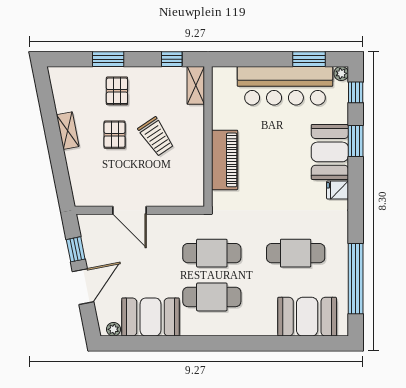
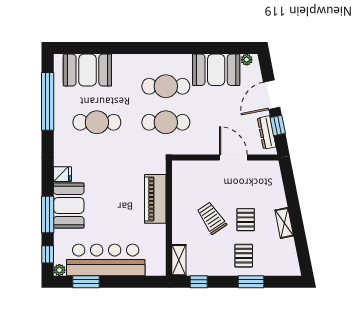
window: (356, 141) -> (48, 215), width x1.44
dresser: (89, 241) -> (267, 132), added

